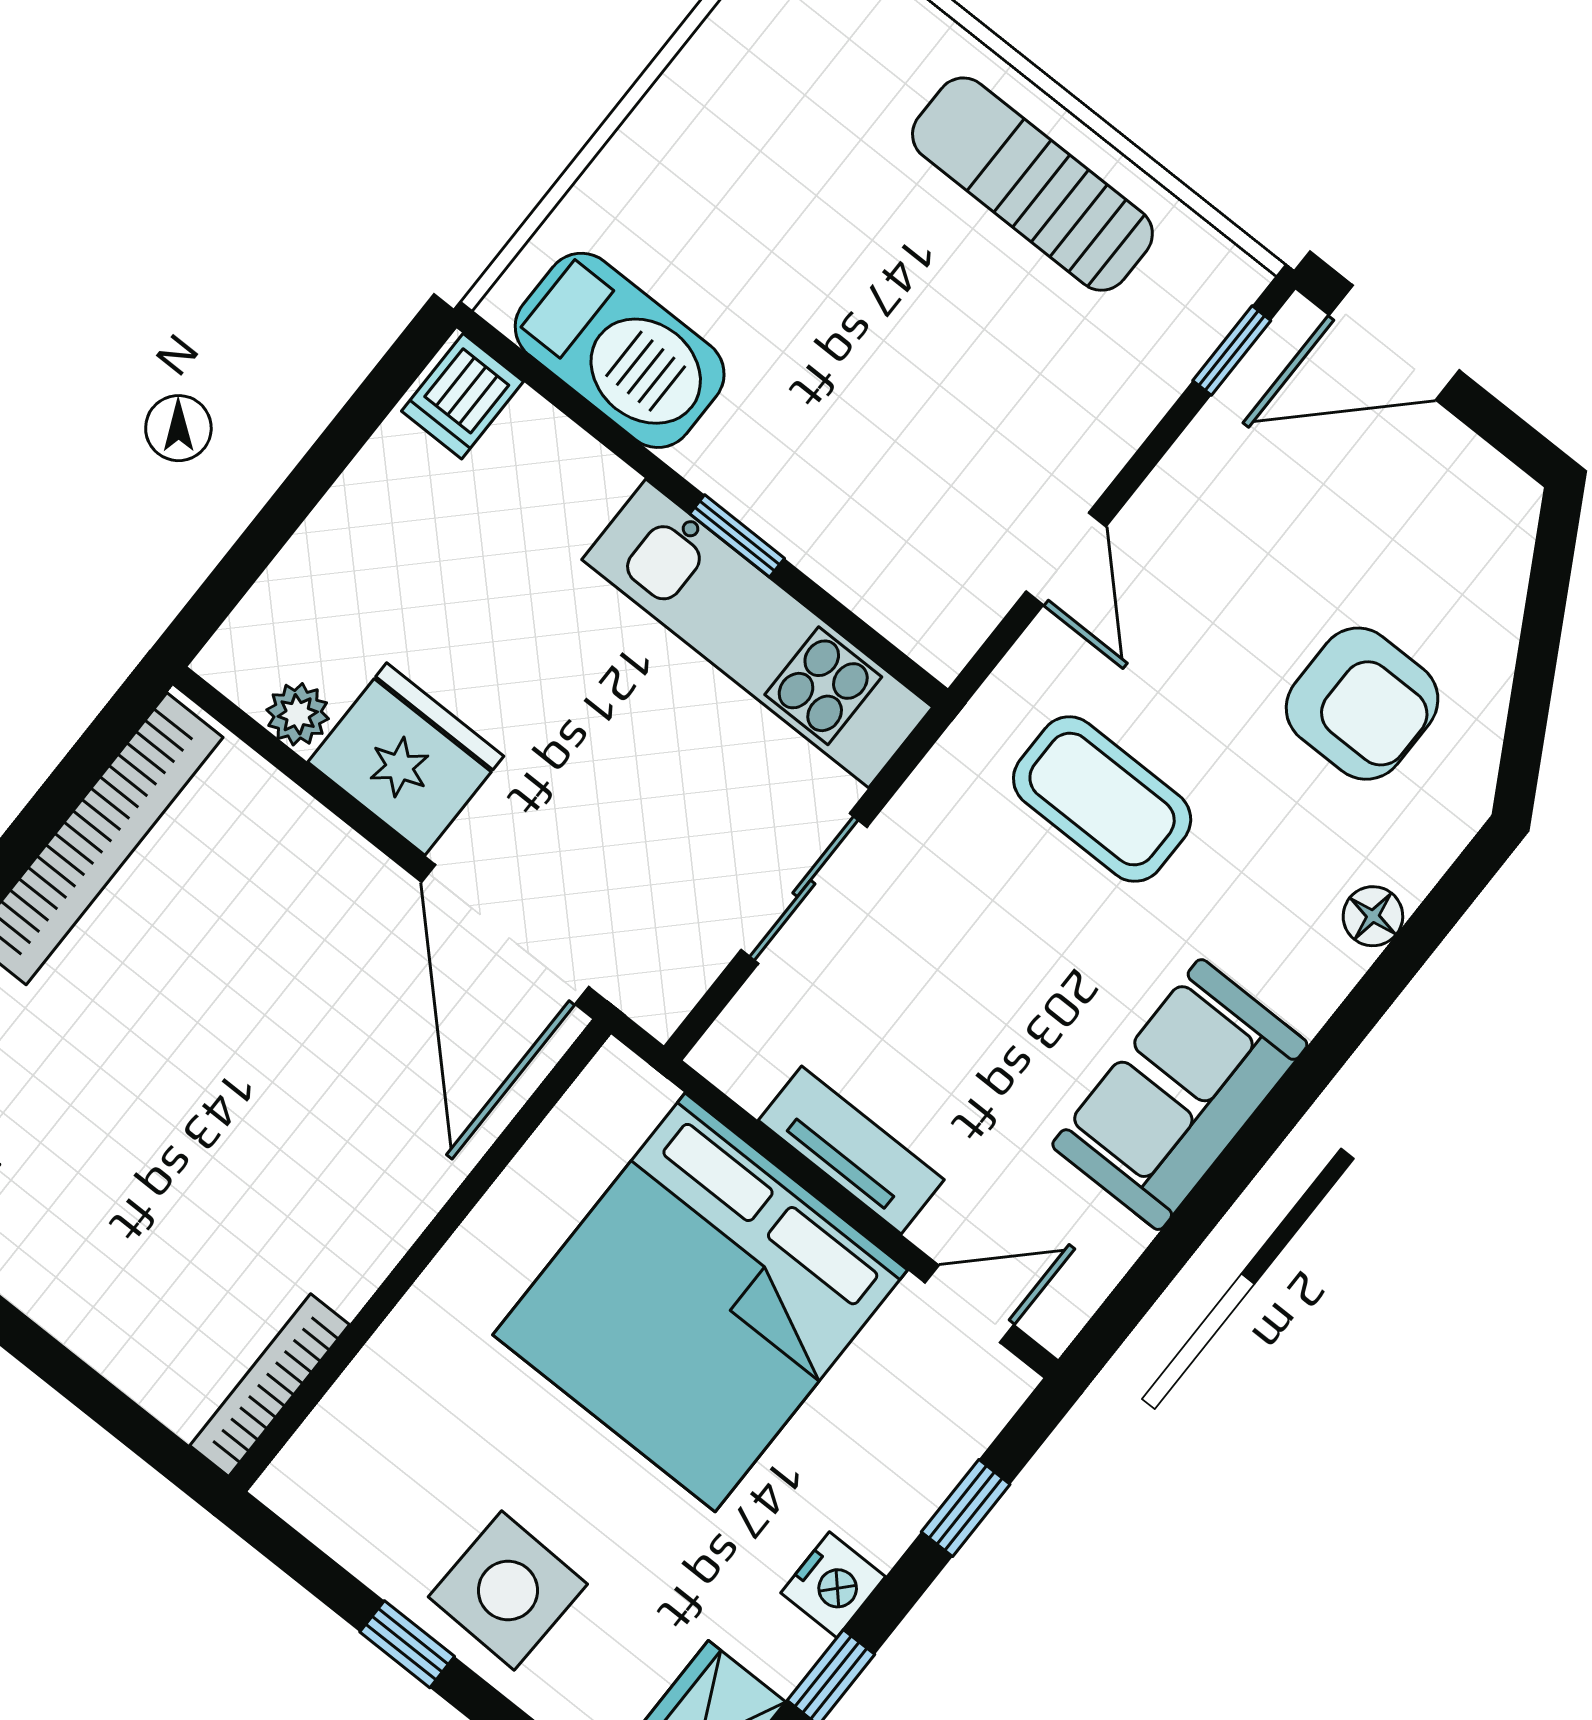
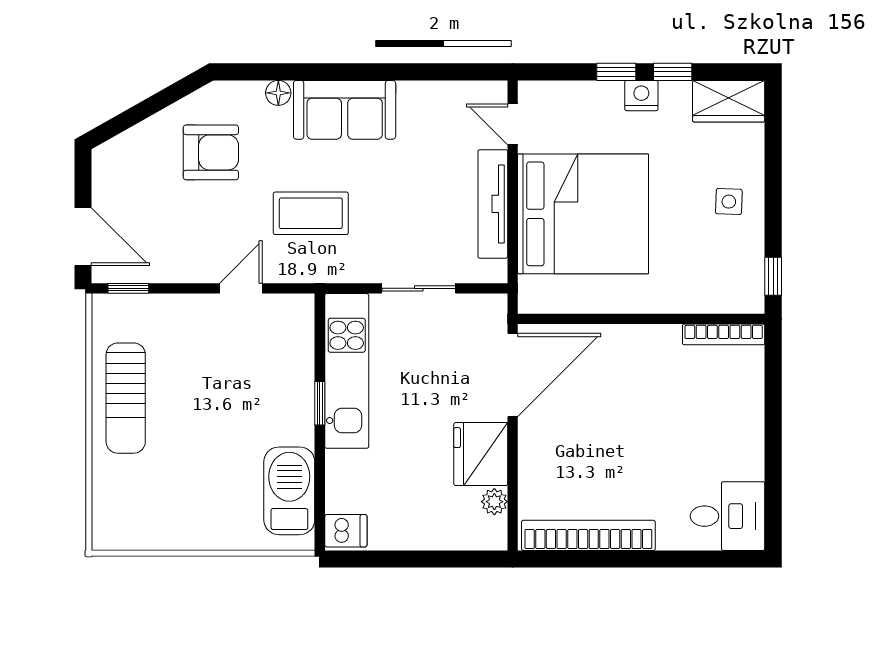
armchair: (1362, 704) -> (211, 152), turned 90
coffee table: (1102, 799) -> (311, 213), turned 90
sofa: (1180, 1095) -> (345, 110), moved
tv unit: (851, 1150) -> (493, 204), width x1.41
window: (966, 1508) -> (616, 72), moved
side table: (508, 1591) -> (729, 202), width x0.54, depth x0.54
window: (407, 1644) -> (773, 276), moved

